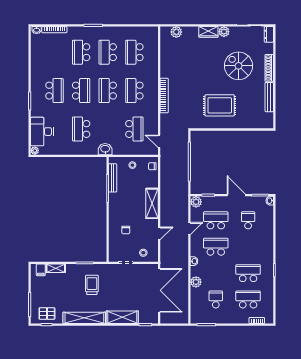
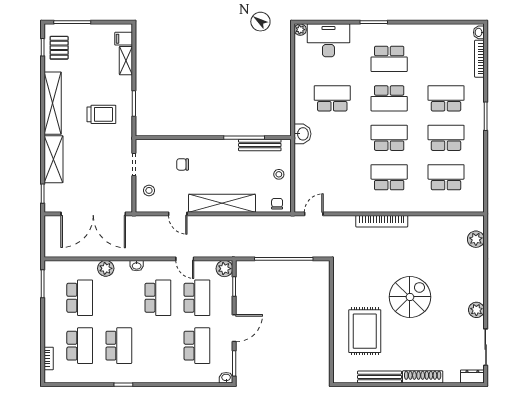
wardrobe: (208, 32) -> (476, 287), removed
spiral stairs: (239, 66) -> (410, 297), moved
rug: (220, 105) -> (365, 331), moved
school desk: (134, 129) -> (332, 177), removed
shelving: (152, 203) -> (222, 203), width x1.47
school desk: (248, 220) -> (197, 346), width x1.85
school desk: (216, 299) -> (80, 298), width x1.85

